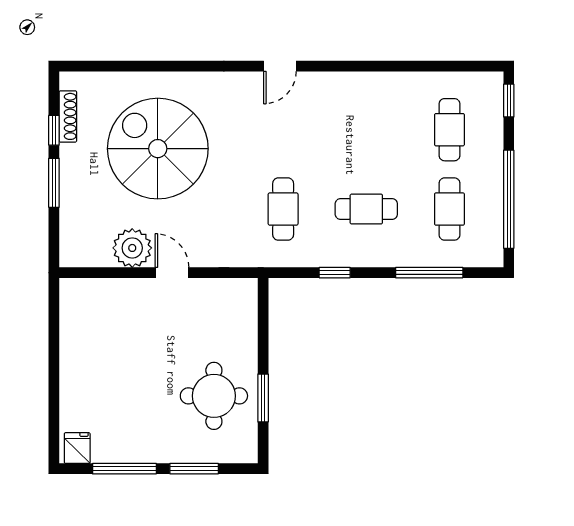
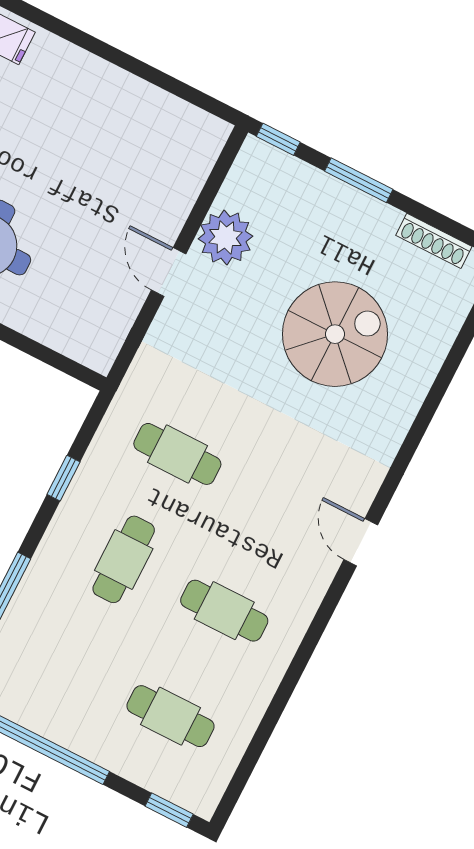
window: (54, 130) -> (278, 139), moved
spiral stairs: (158, 149) -> (335, 334), width x0.73, depth x0.73
cafe table: (449, 209) -> (224, 611), moved
door: (172, 273) -> (169, 272), swing flipped

